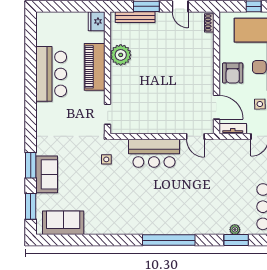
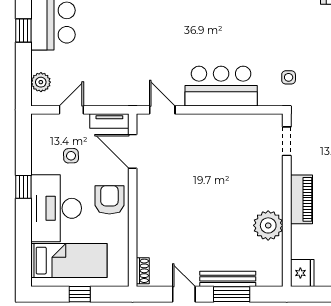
bench: (135, 17) -> (228, 279), moved
piano: (95, 67) -> (301, 199), width x0.73, depth x0.75

